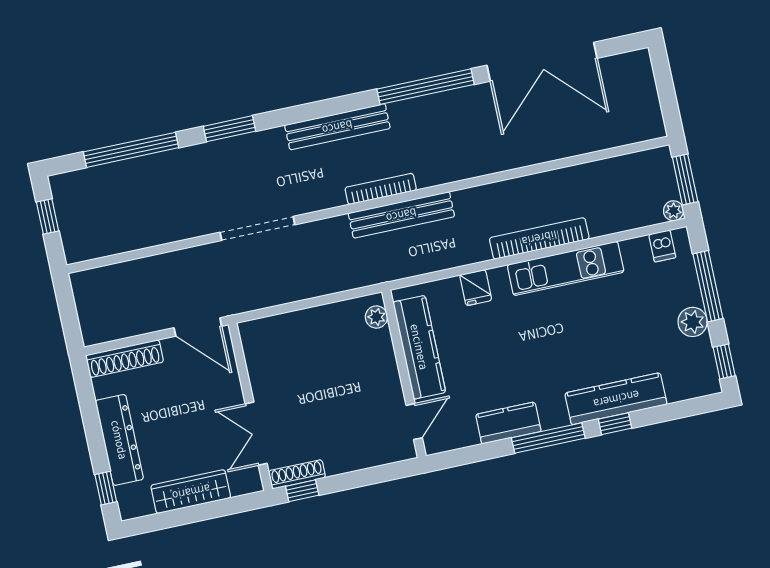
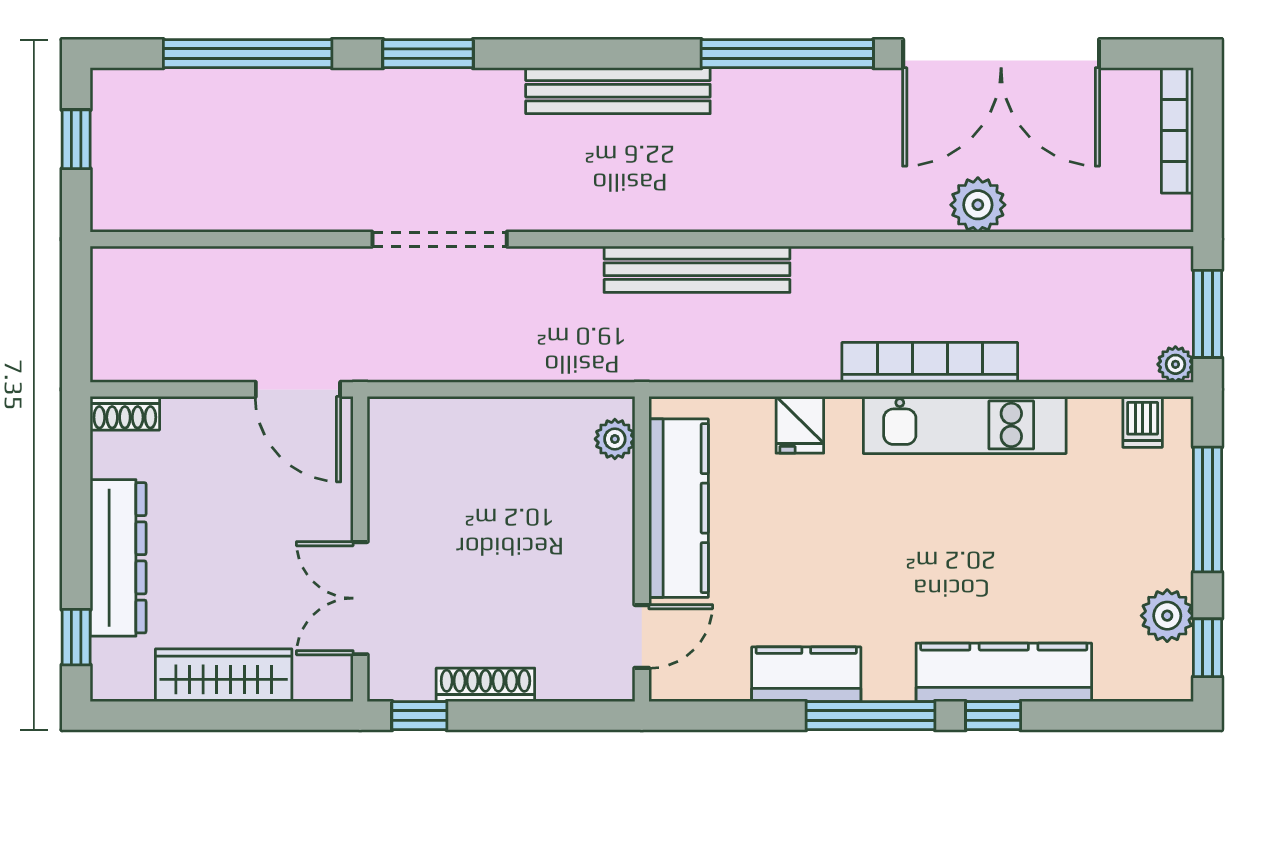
plant: (547, 147) -> (978, 205), added
bookcase: (381, 189) -> (1177, 130), moved, turned -90
plant: (693, 322) -> (1167, 616), moved
shoe rack: (125, 359) -> (125, 413), width x0.51, depth x0.81
shoe rack: (297, 474) -> (485, 685), moved

